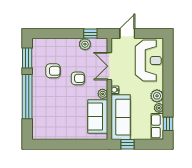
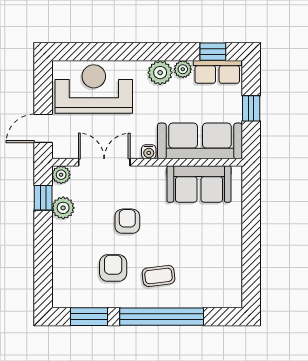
door: (127, 34) -> (43, 128), hinge flipped
double door: (109, 66) -> (104, 162), swing flipped
plant: (103, 94) -> (61, 175), moved
coffee table: (49, 95) -> (159, 276), added
window: (128, 144) -> (251, 108), moved

